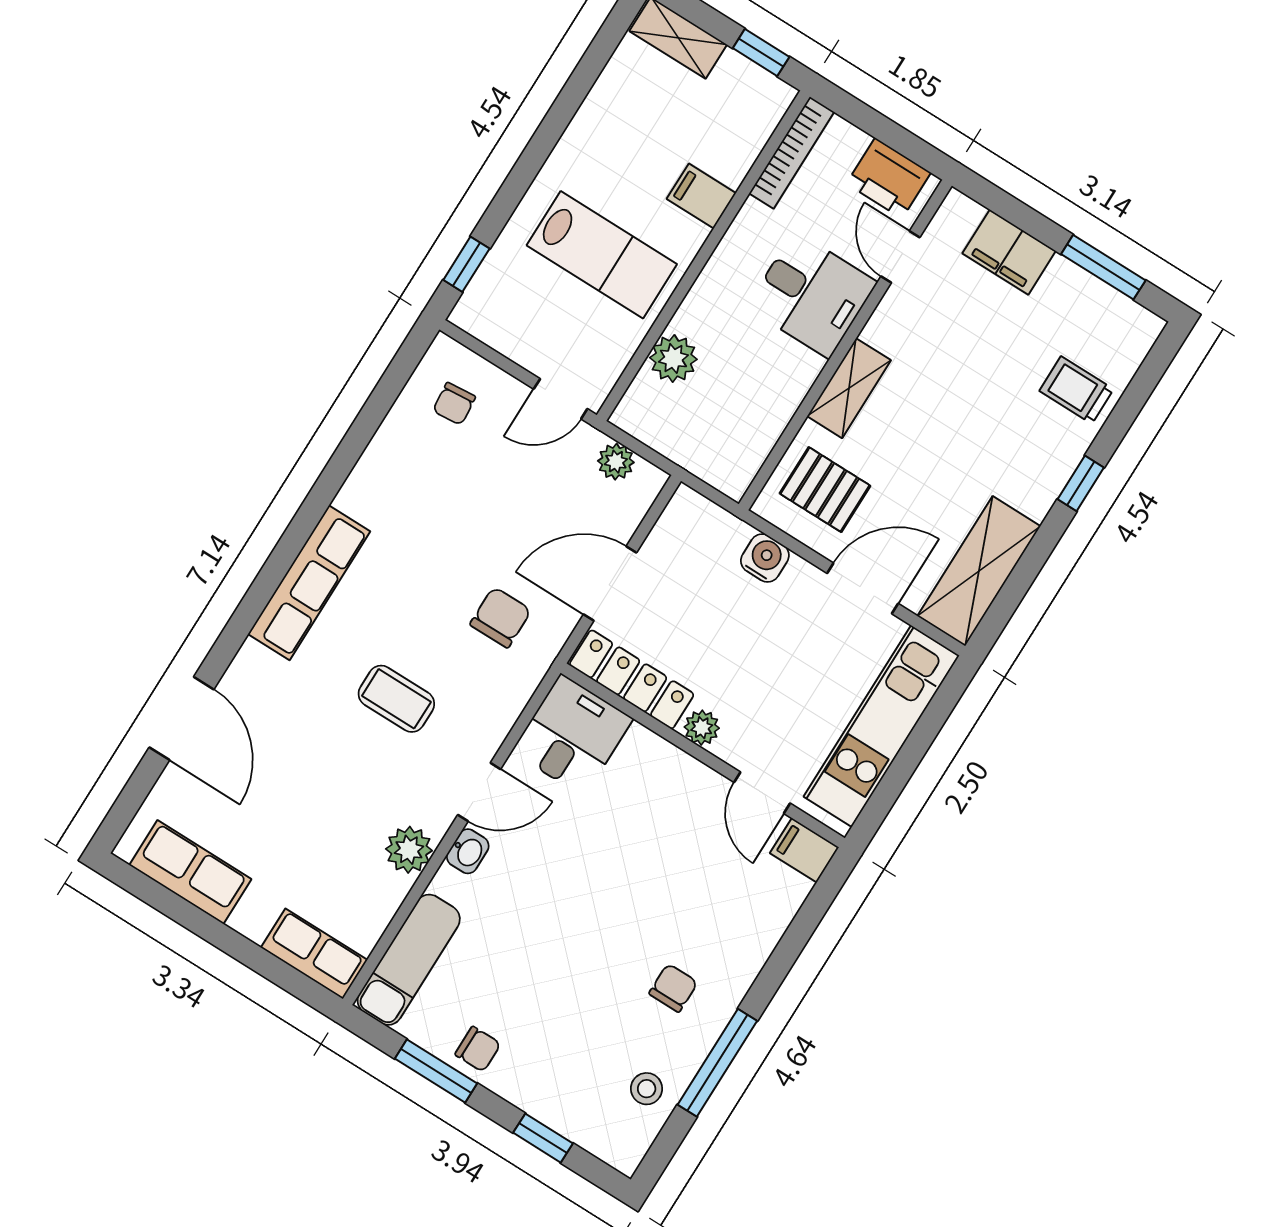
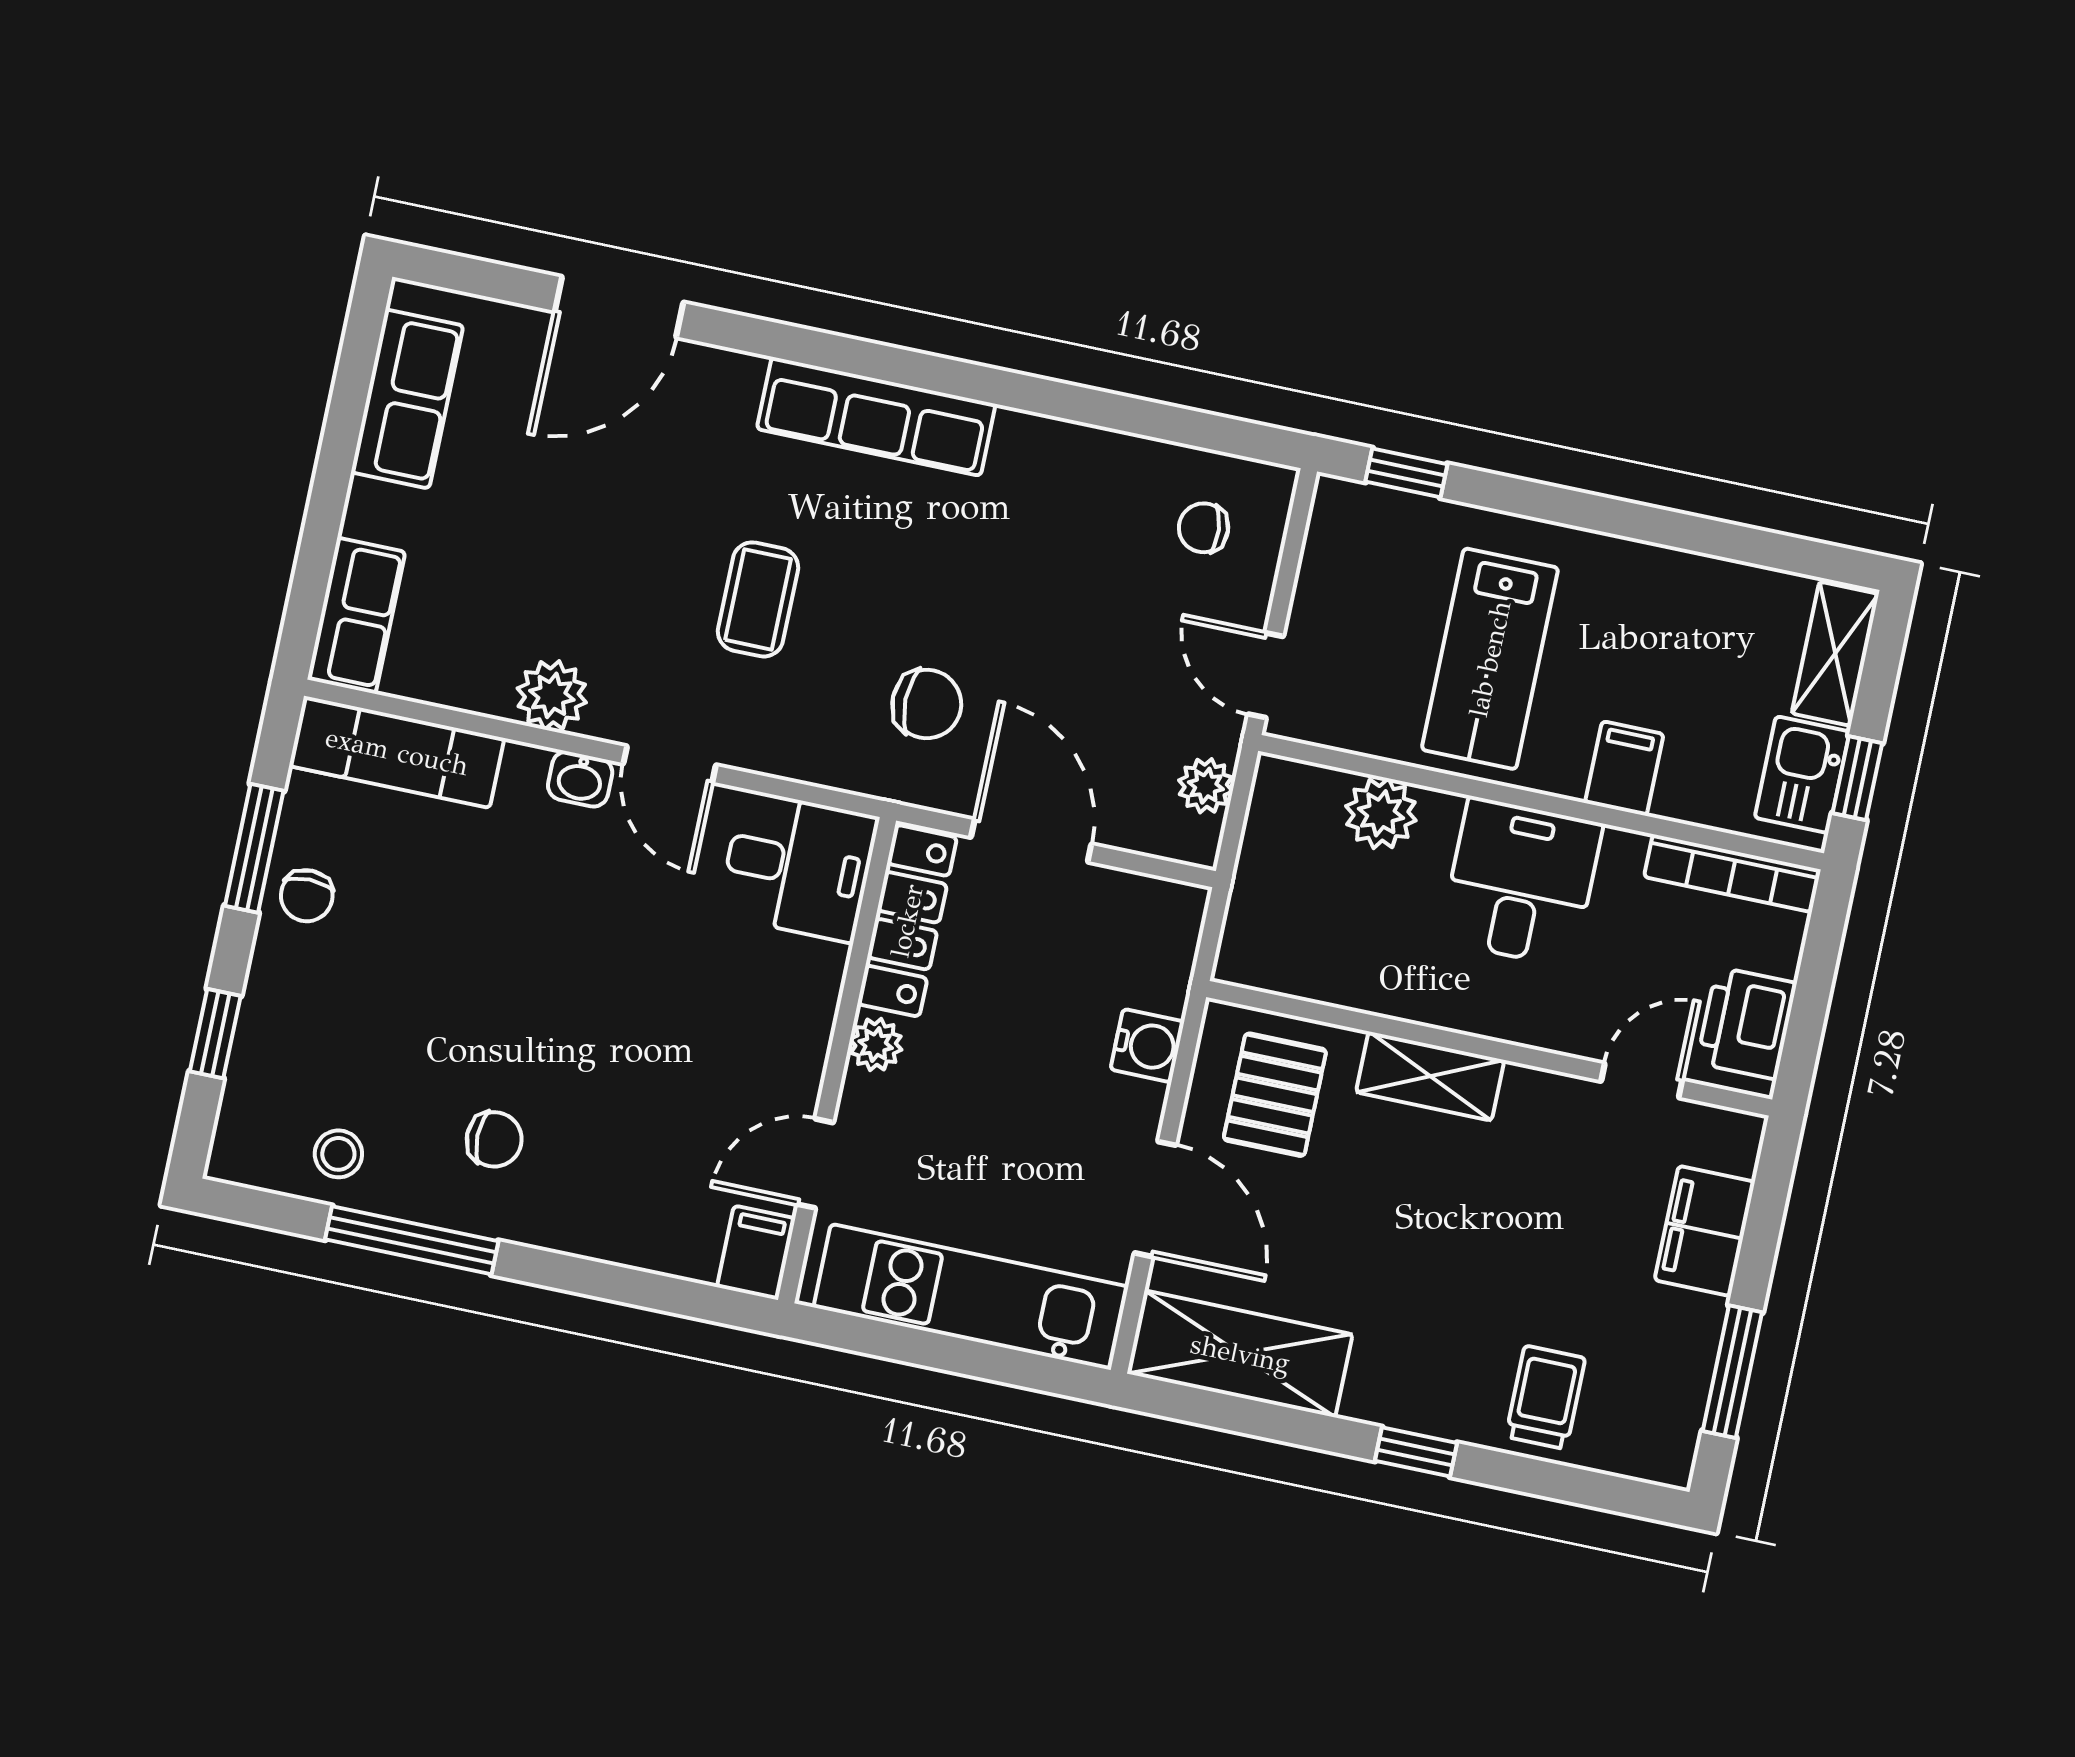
kitchen sink: (746, 86) -> (1802, 775), added
desk: (812, 295) -> (1521, 882), moved, turned 180

